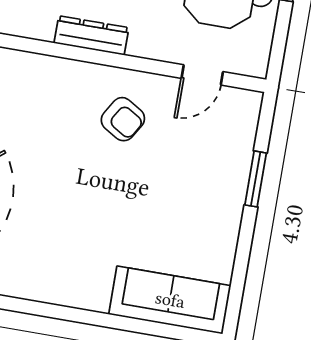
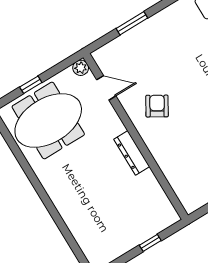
plant: (256, 65) -> (81, 68), added

